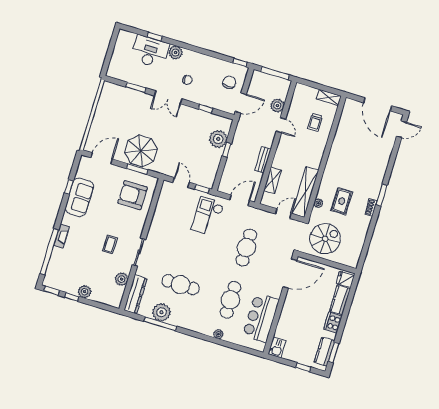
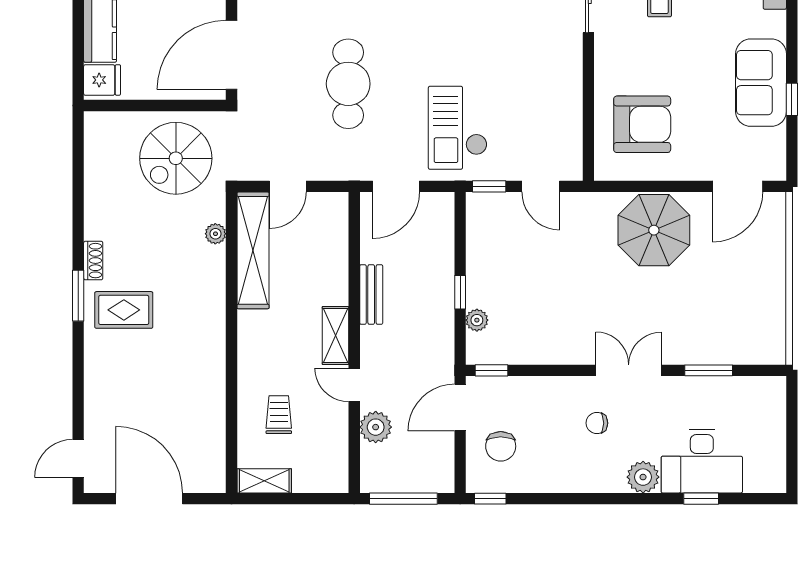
window: (206, 109) -> (491, 370), moved
plant: (218, 139) -> (477, 320), width x0.53, depth x0.53
window: (137, 169) -> (649, 186), removed
shelving: (272, 180) -> (335, 335), moved
rug: (342, 201) -> (124, 310), moved, turned 90
checkout: (207, 216) -> (458, 128), turned 180

